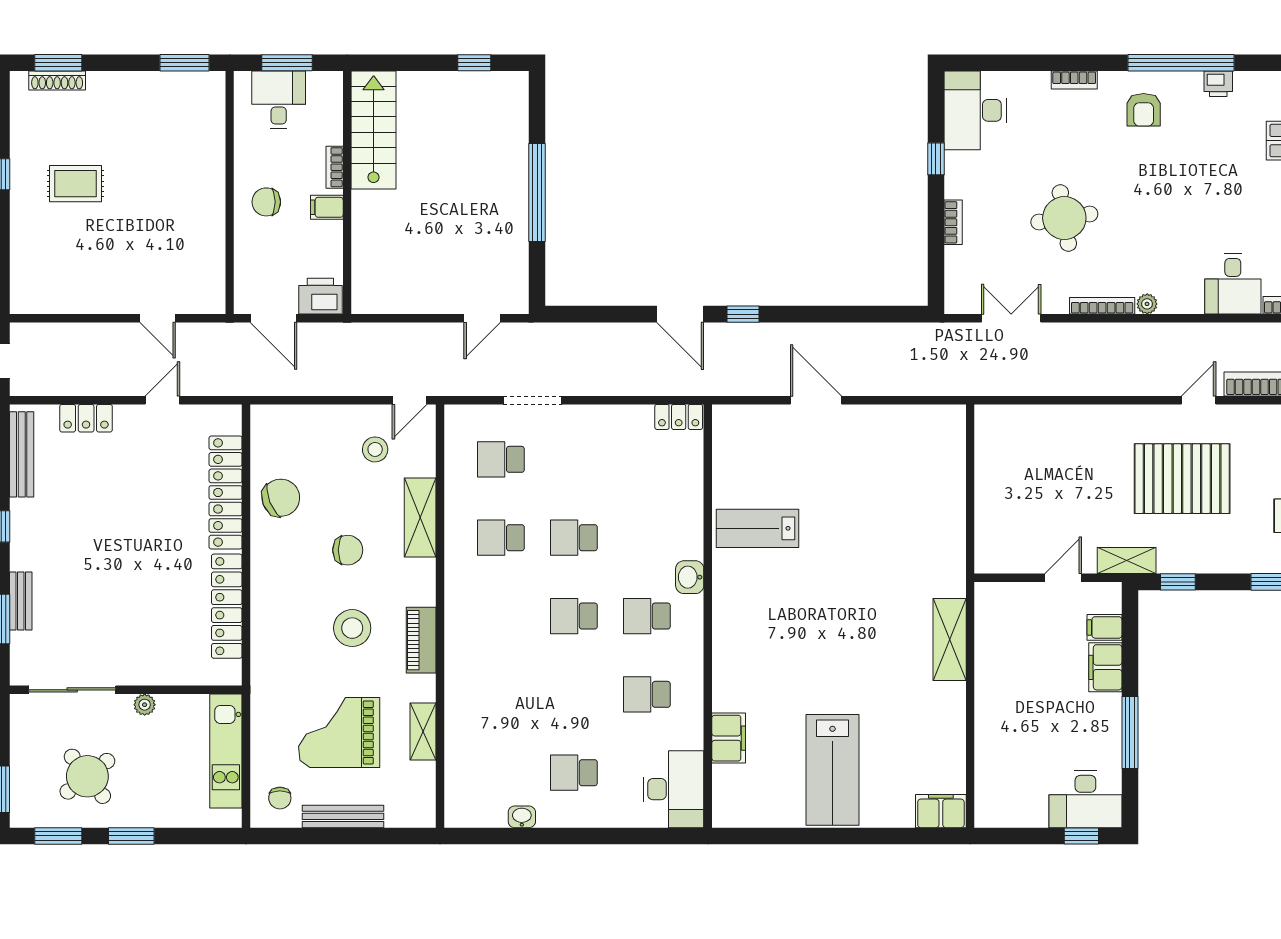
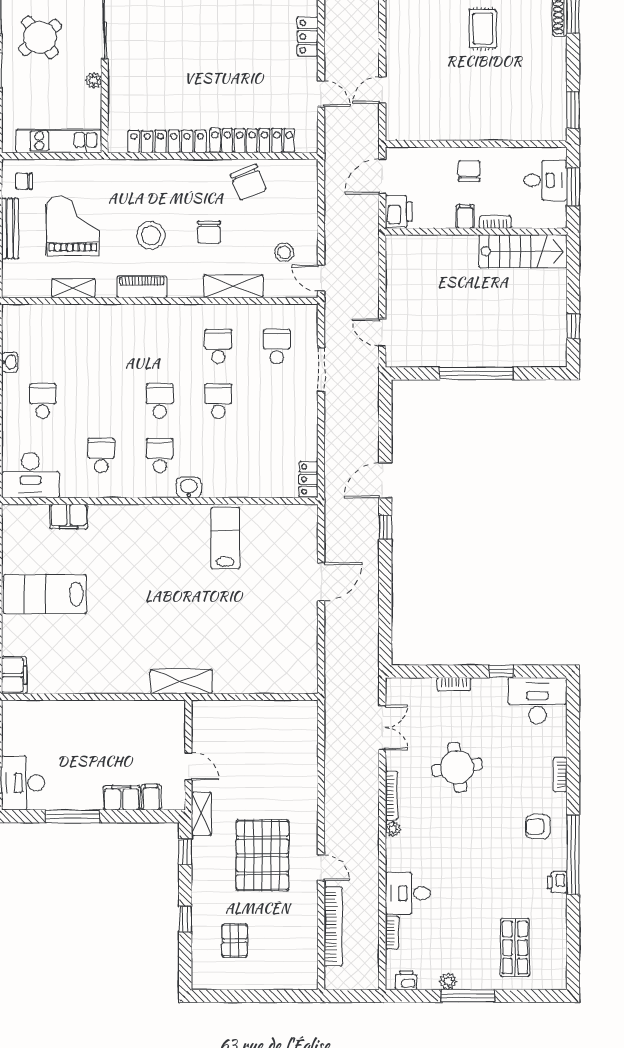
shelving: (950, 640) -> (181, 682), moved

